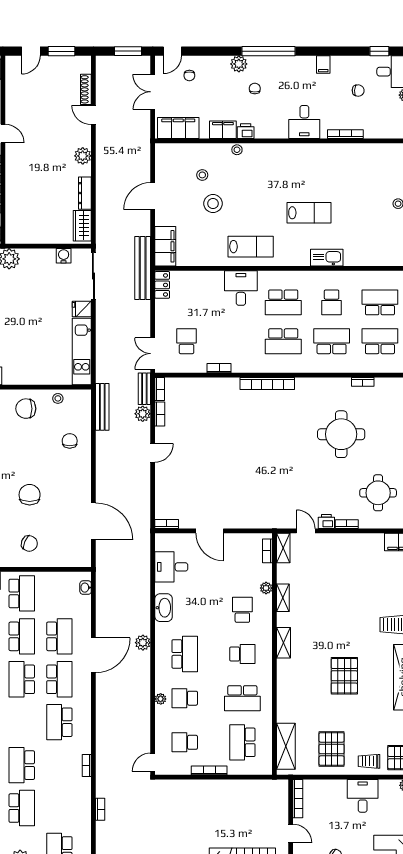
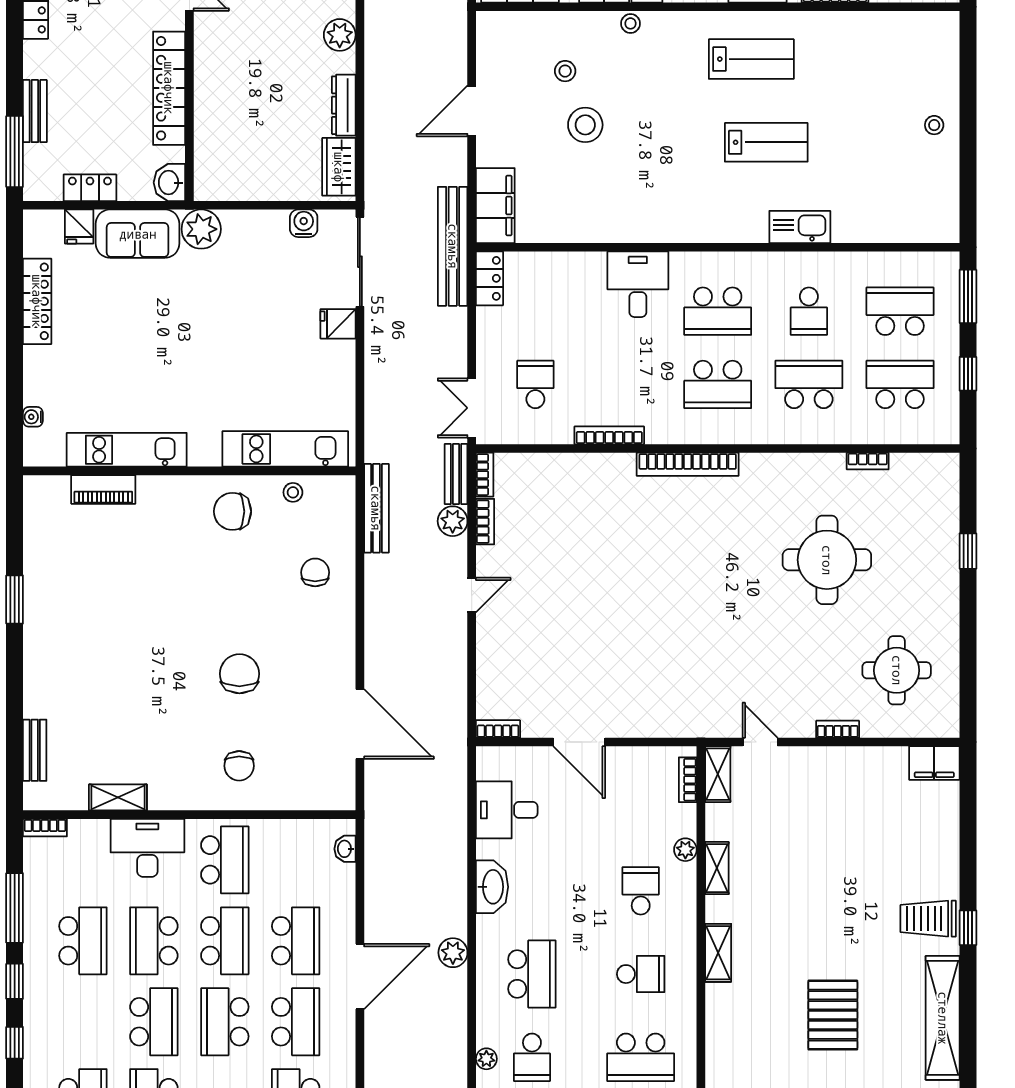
lab bench: (251, 247) -> (751, 59), moved
kitchen unit: (82, 351) -> (285, 449), moved, turned 90
bookcase: (219, 368) -> (609, 435), width x1.56
printer: (326, 521) -> (799, 724), removed
chair: (29, 543) -> (239, 766), turned 67
school desk: (185, 698) -> (532, 1057), turned -90

